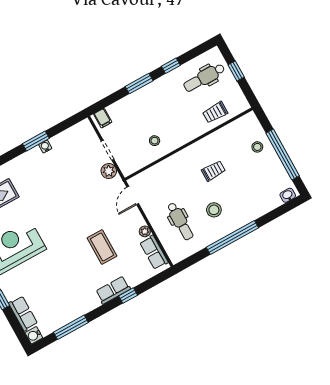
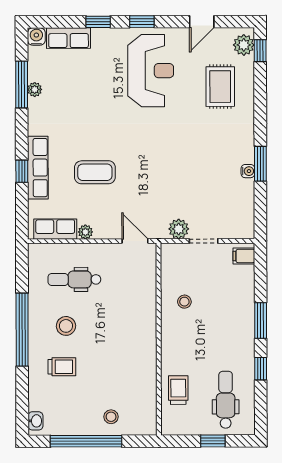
trolley: (213, 171) -> (62, 367), moved, turned -90
row of seats: (113, 290) -> (38, 168), width x1.48
plant: (69, 317) -> (35, 90), added

